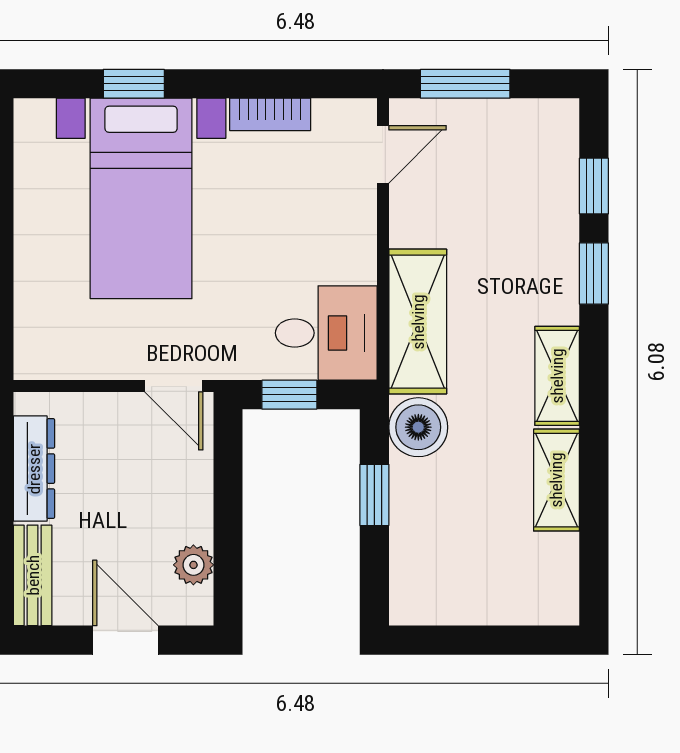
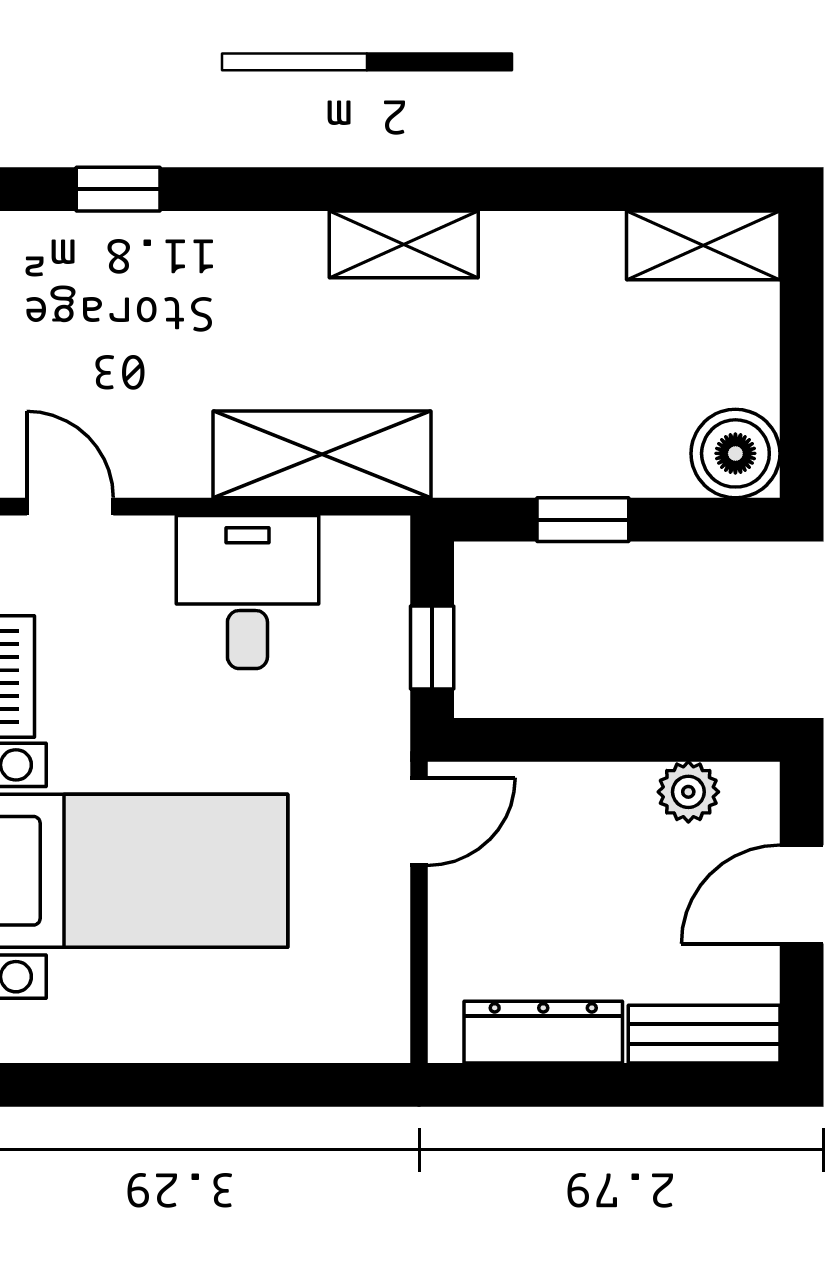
window: (594, 274) -> (250, 189), removed
desk: (326, 333) -> (247, 592), moved
boiler: (418, 427) -> (735, 453), moved
shelving: (556, 480) -> (703, 245), moved

